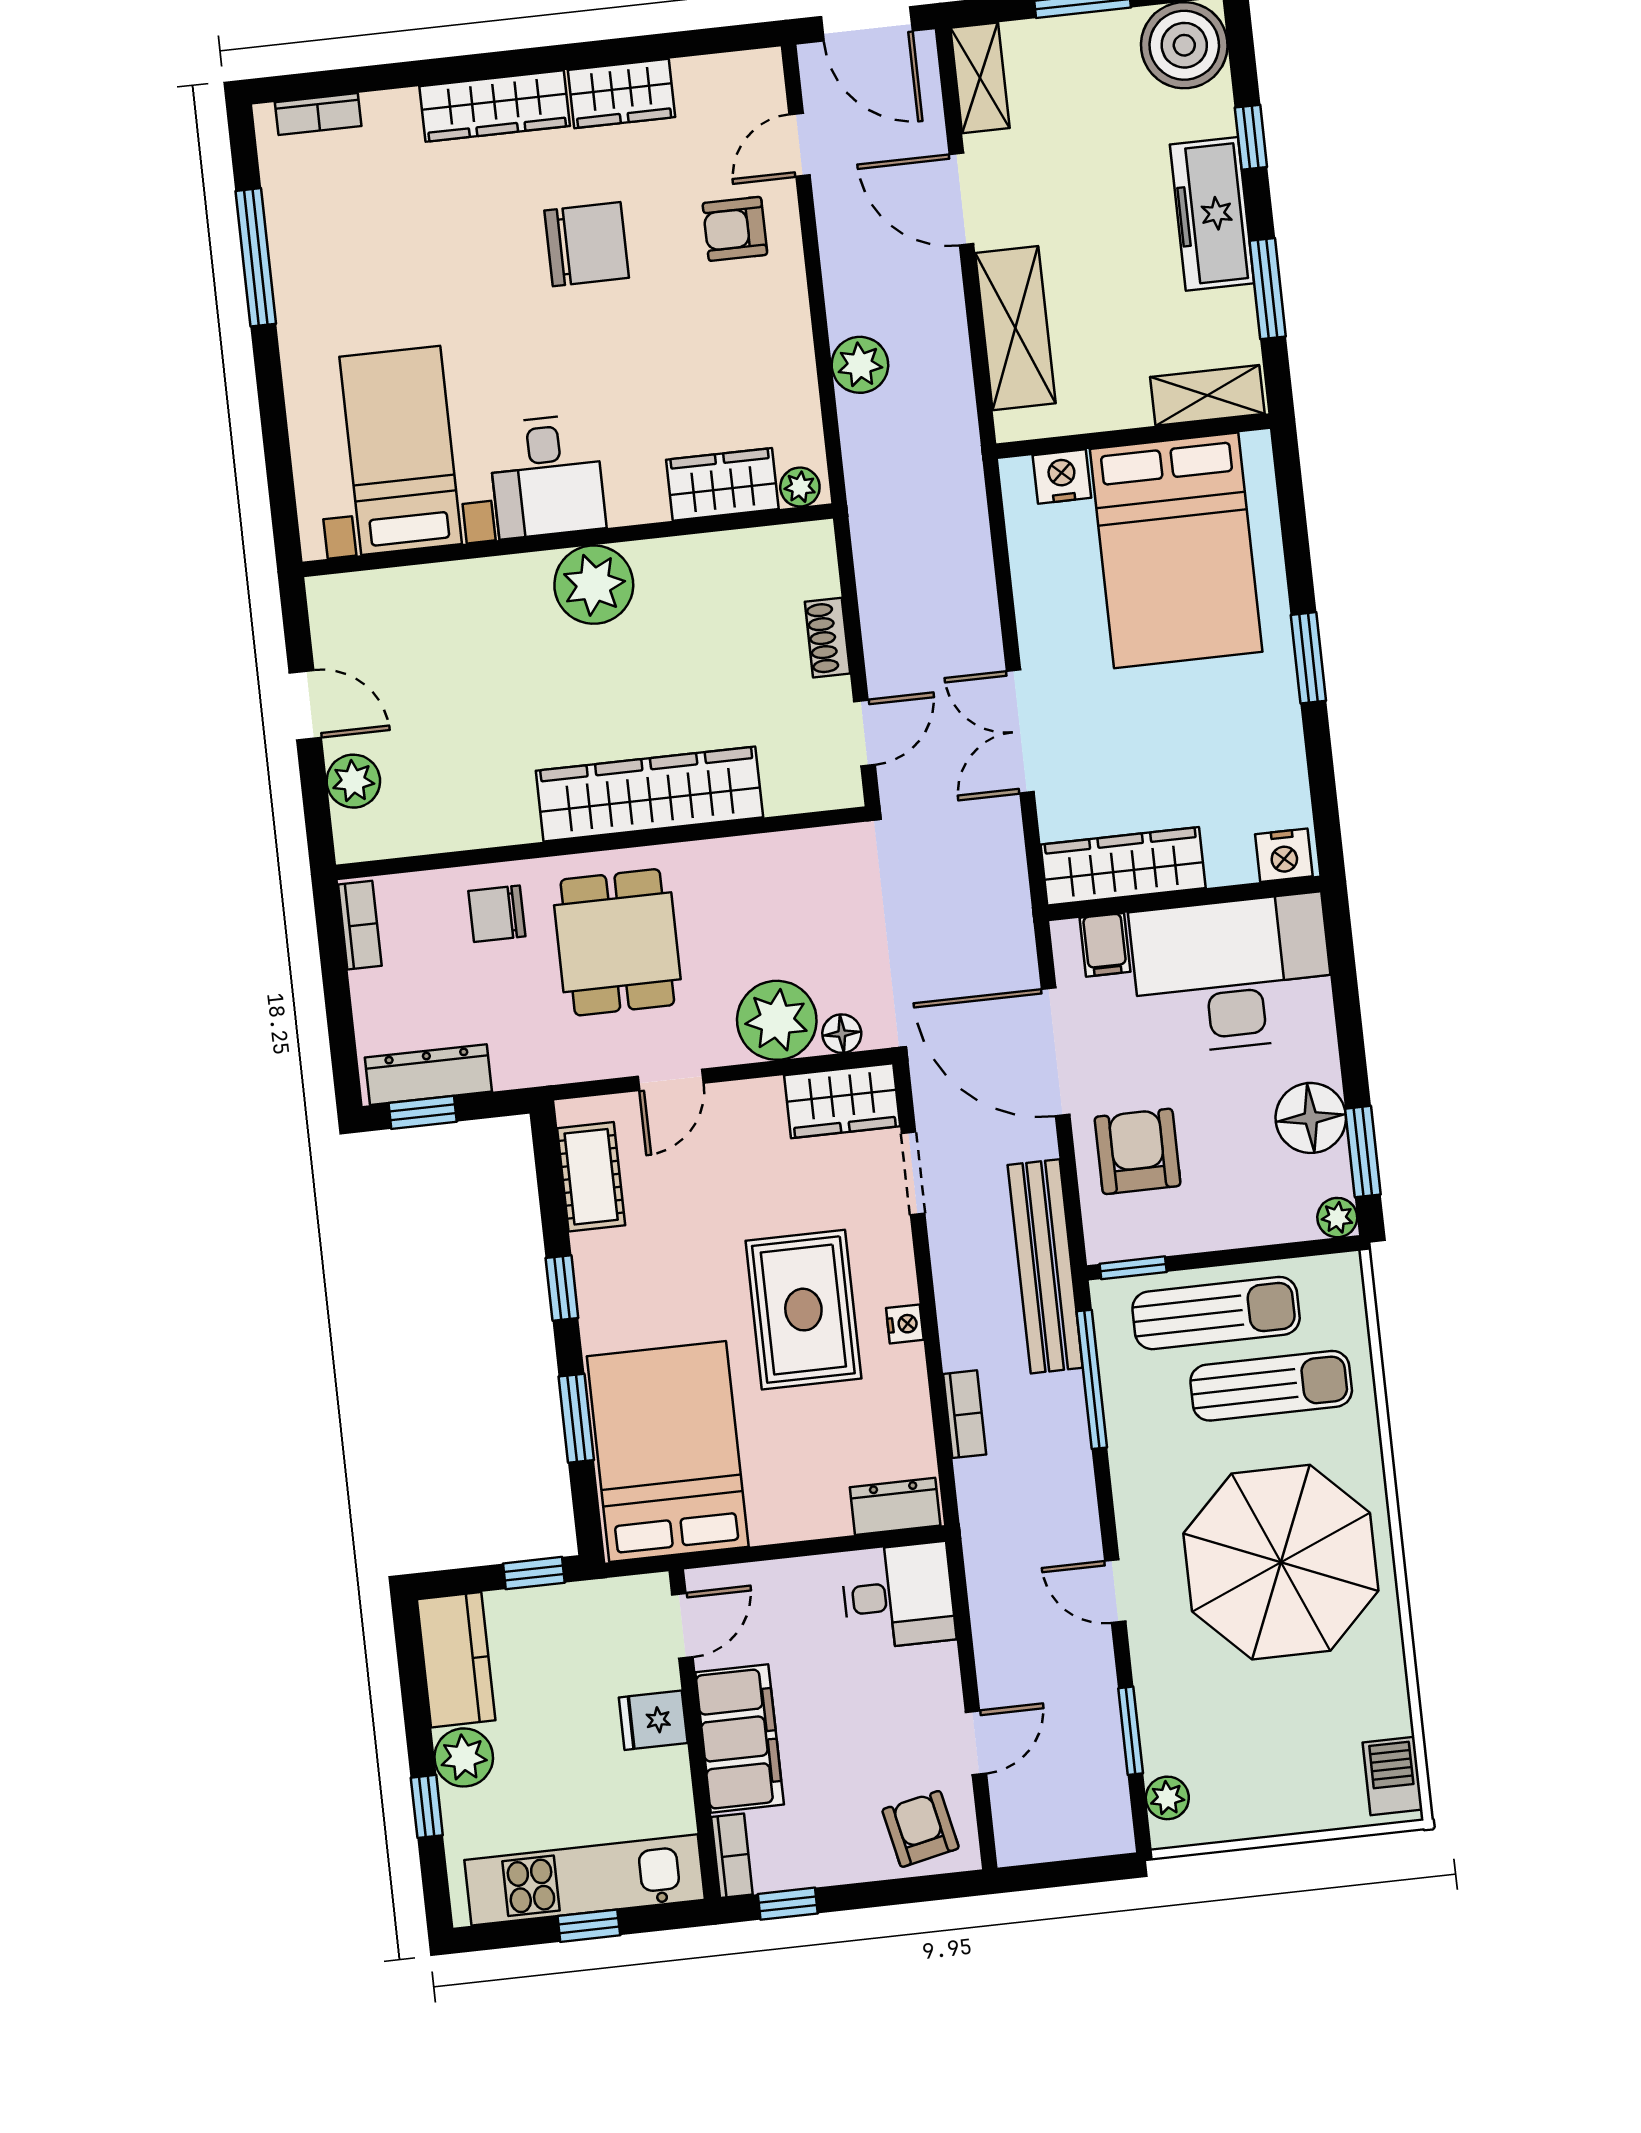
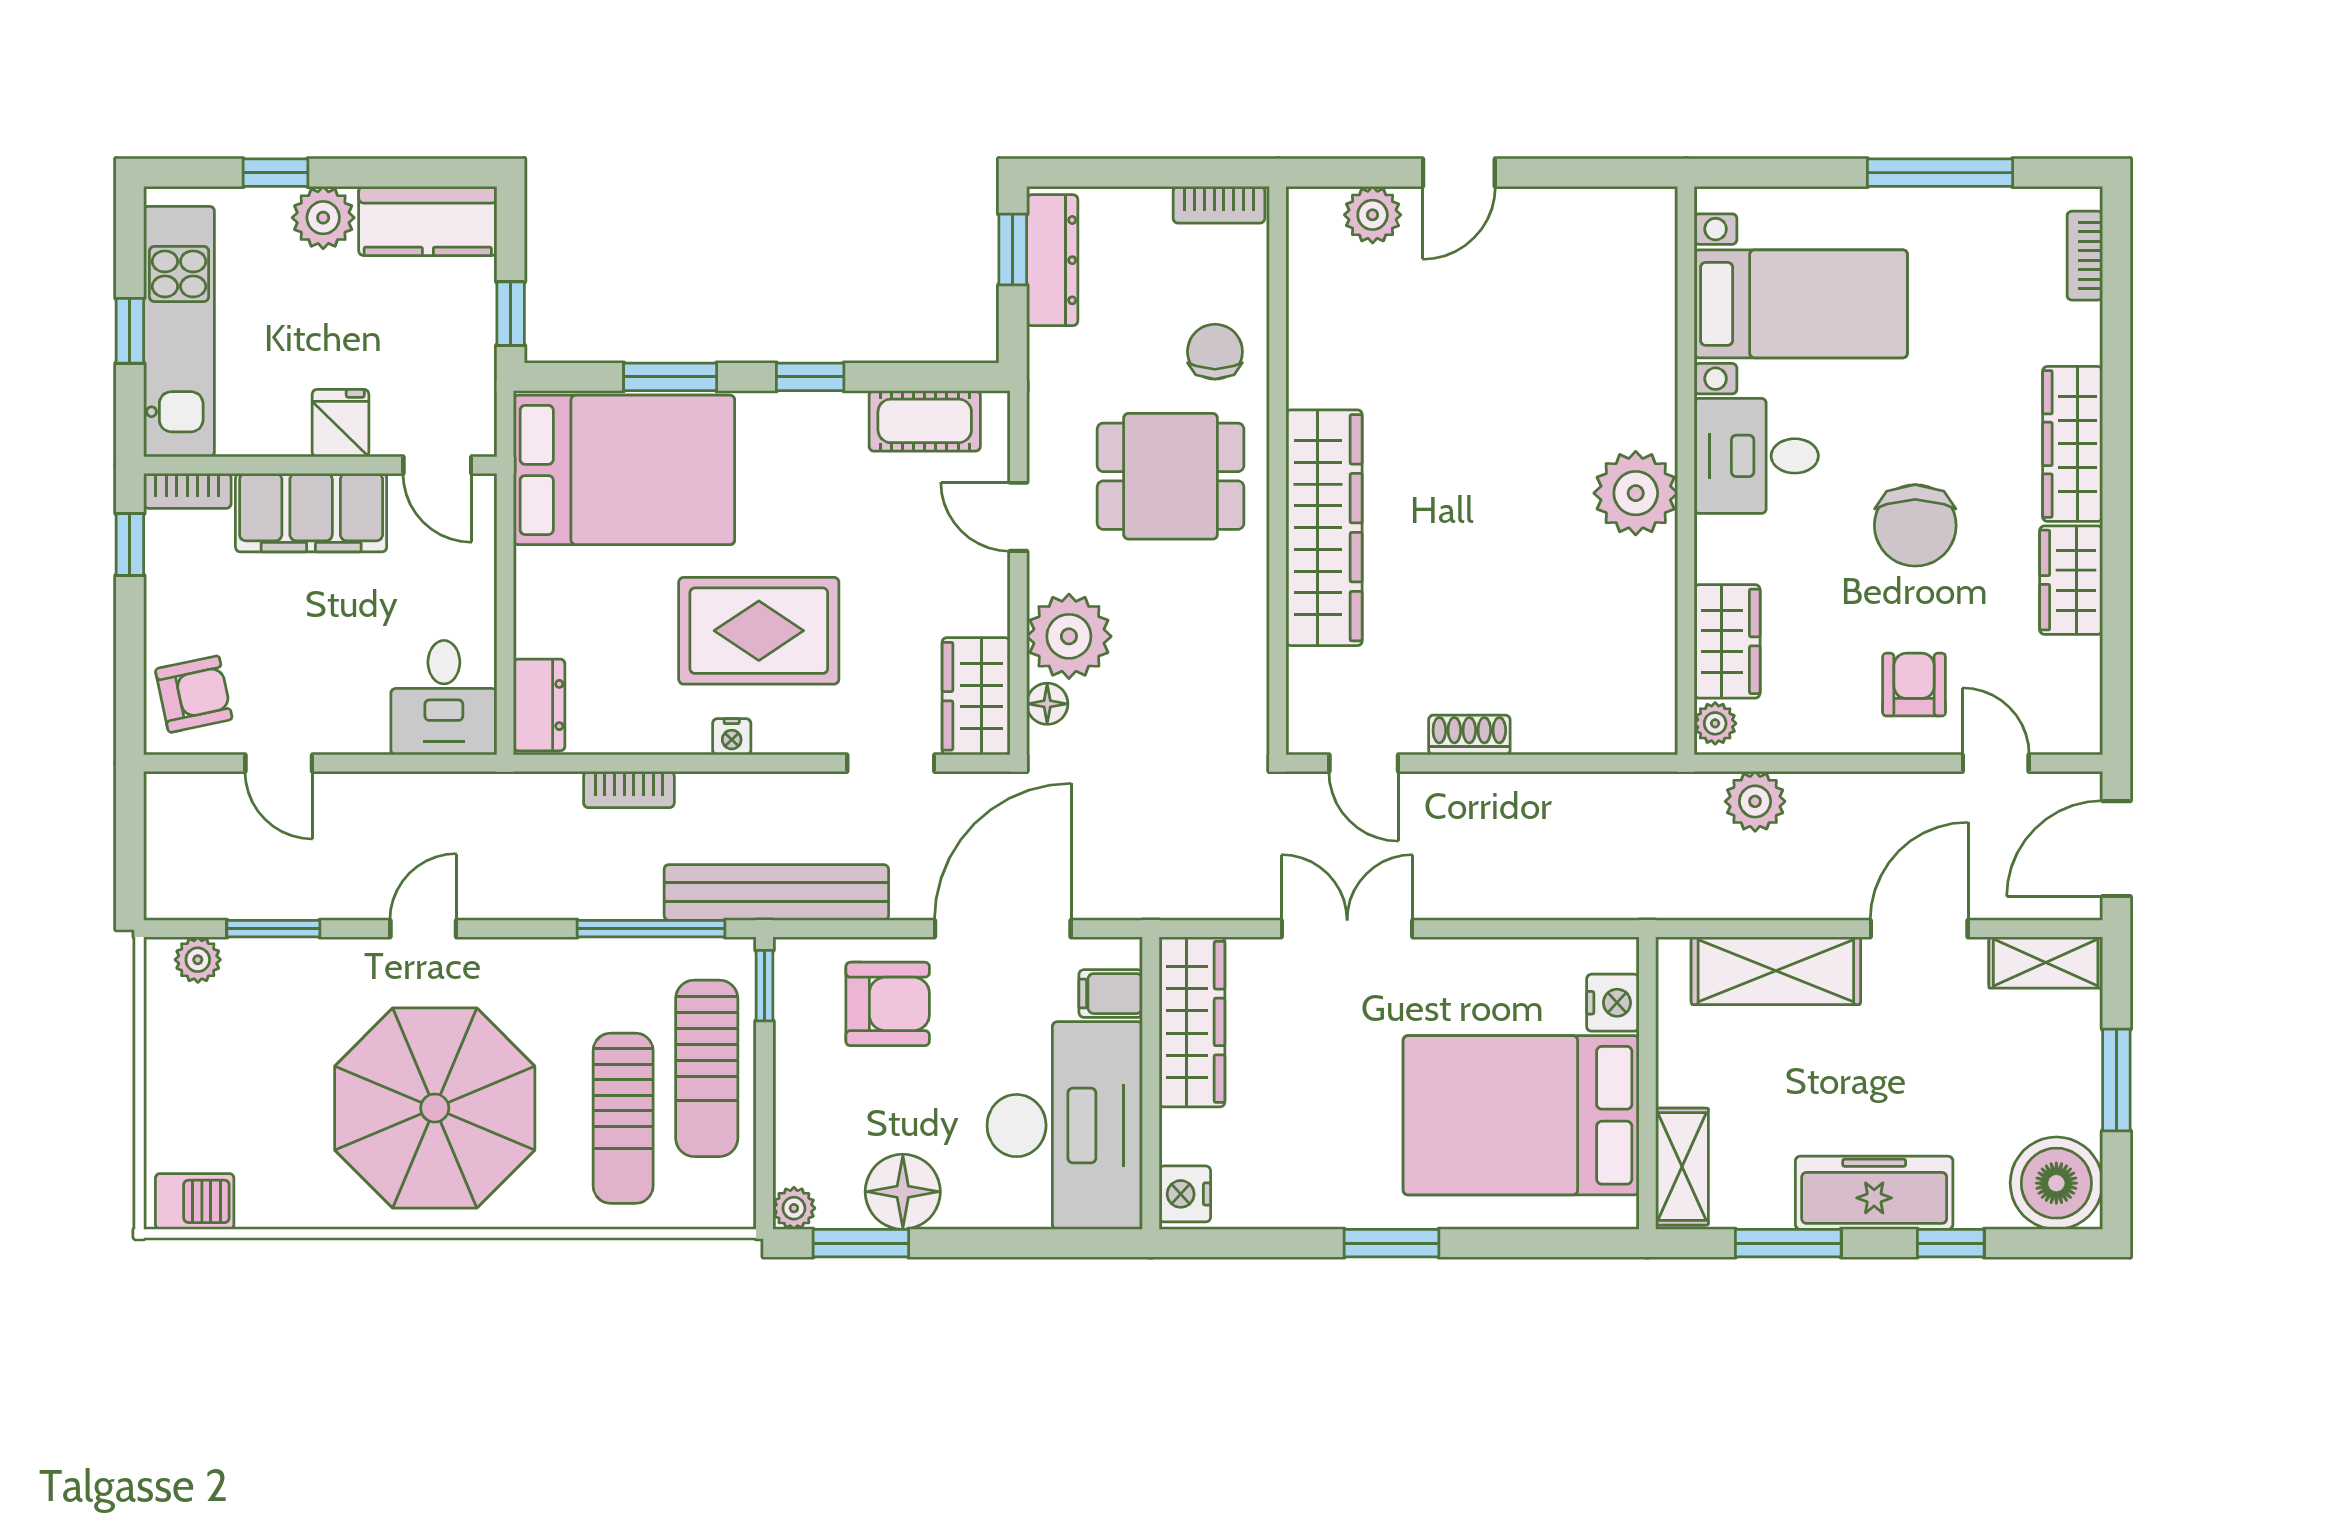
bed with nightstands: (401, 450) -> (1801, 304), moved
desk: (547, 476) -> (1756, 456), moved
wardrobe: (722, 484) -> (1727, 641), moved
plant: (800, 487) -> (1715, 723), moved
wall: (568, 540) -> (1686, 471), moved
plant: (594, 585) -> (1636, 493), moved

